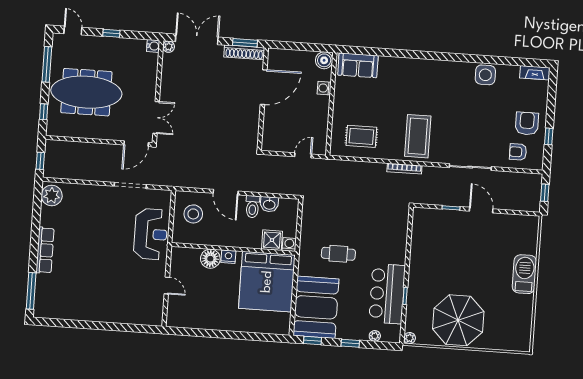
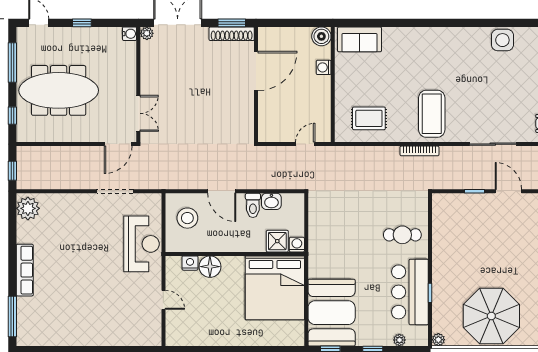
cafe table: (338, 254) -> (402, 235), moved
nightstand: (228, 257) -> (190, 263), moved

